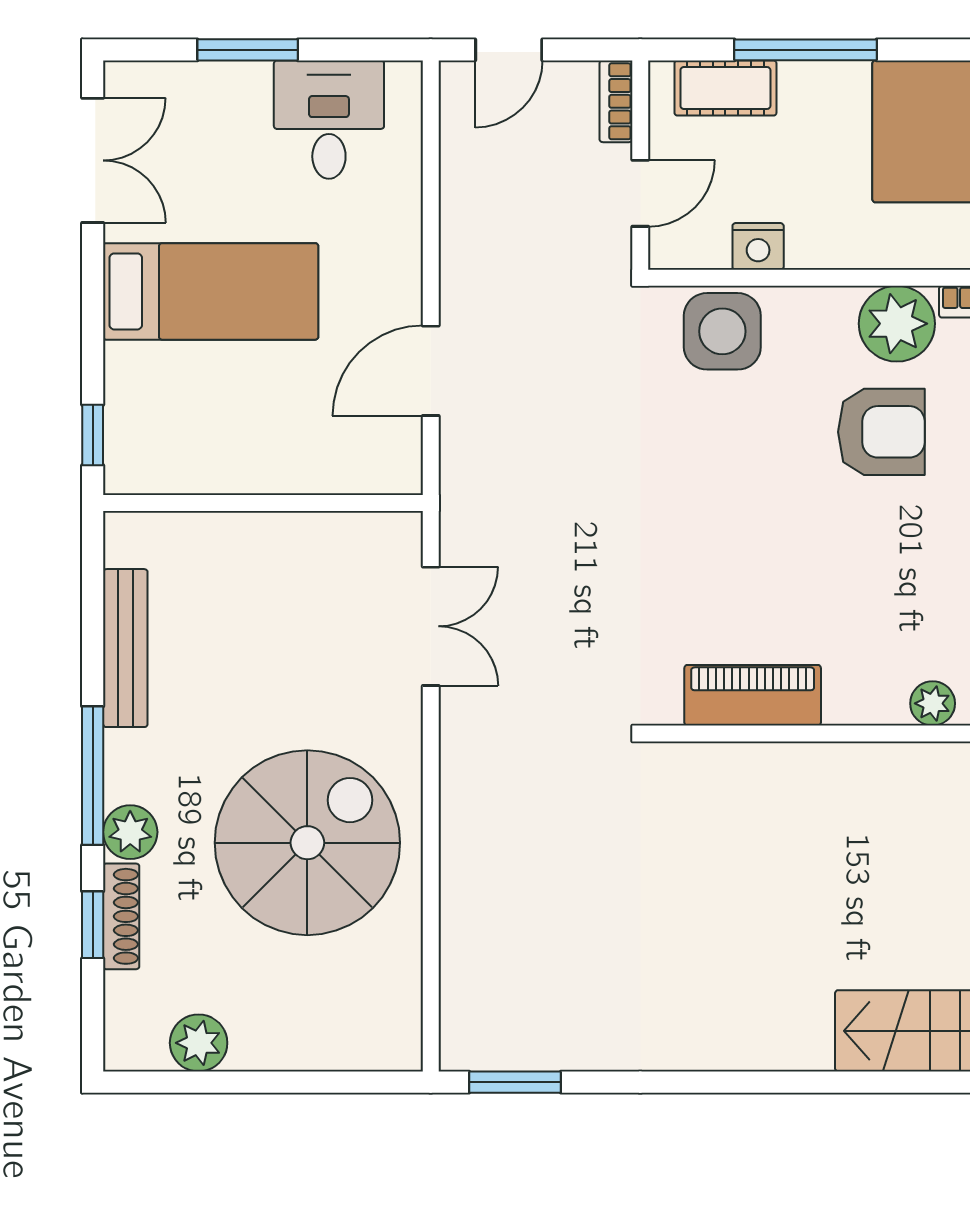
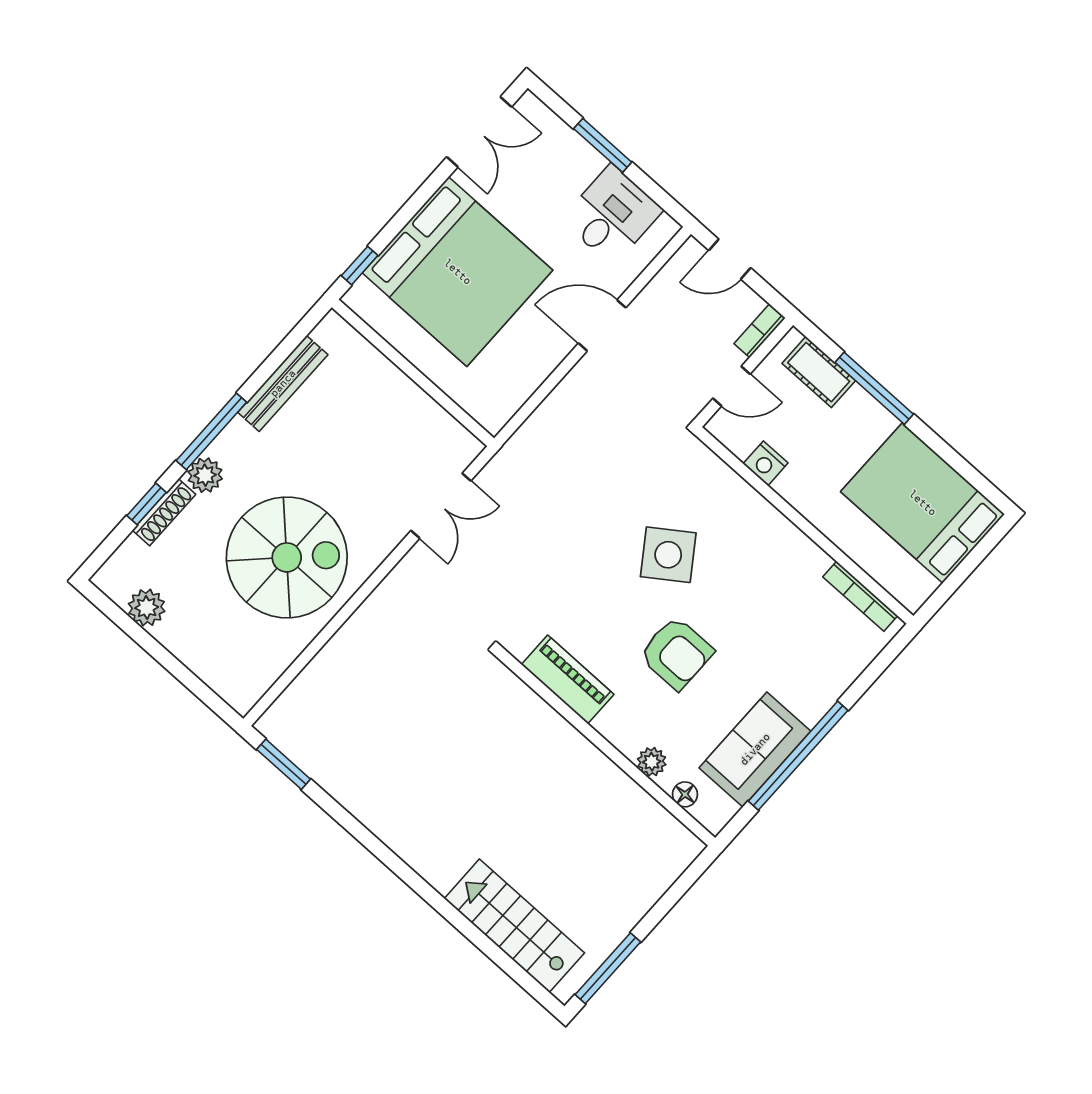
bed: (211, 291) -> (458, 272), width x2.04
plant: (897, 324) -> (800, 561), removed
side table: (722, 331) -> (668, 555), moved, turned -35
door: (431, 371) -> (602, 325), moved
armchair: (881, 432) -> (676, 653), moved

